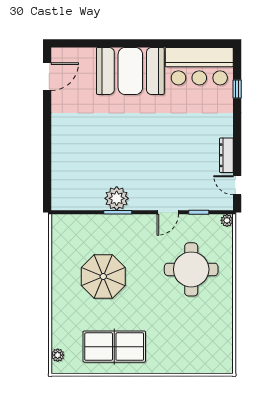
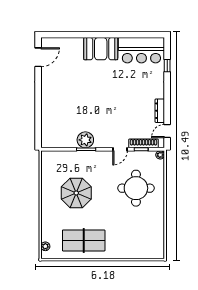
booth: (130, 71) -> (101, 49), width x0.73, depth x0.70
door: (237, 185) -> (167, 131), hinge flipped
shoe rack: (202, 204) -> (143, 143), added

